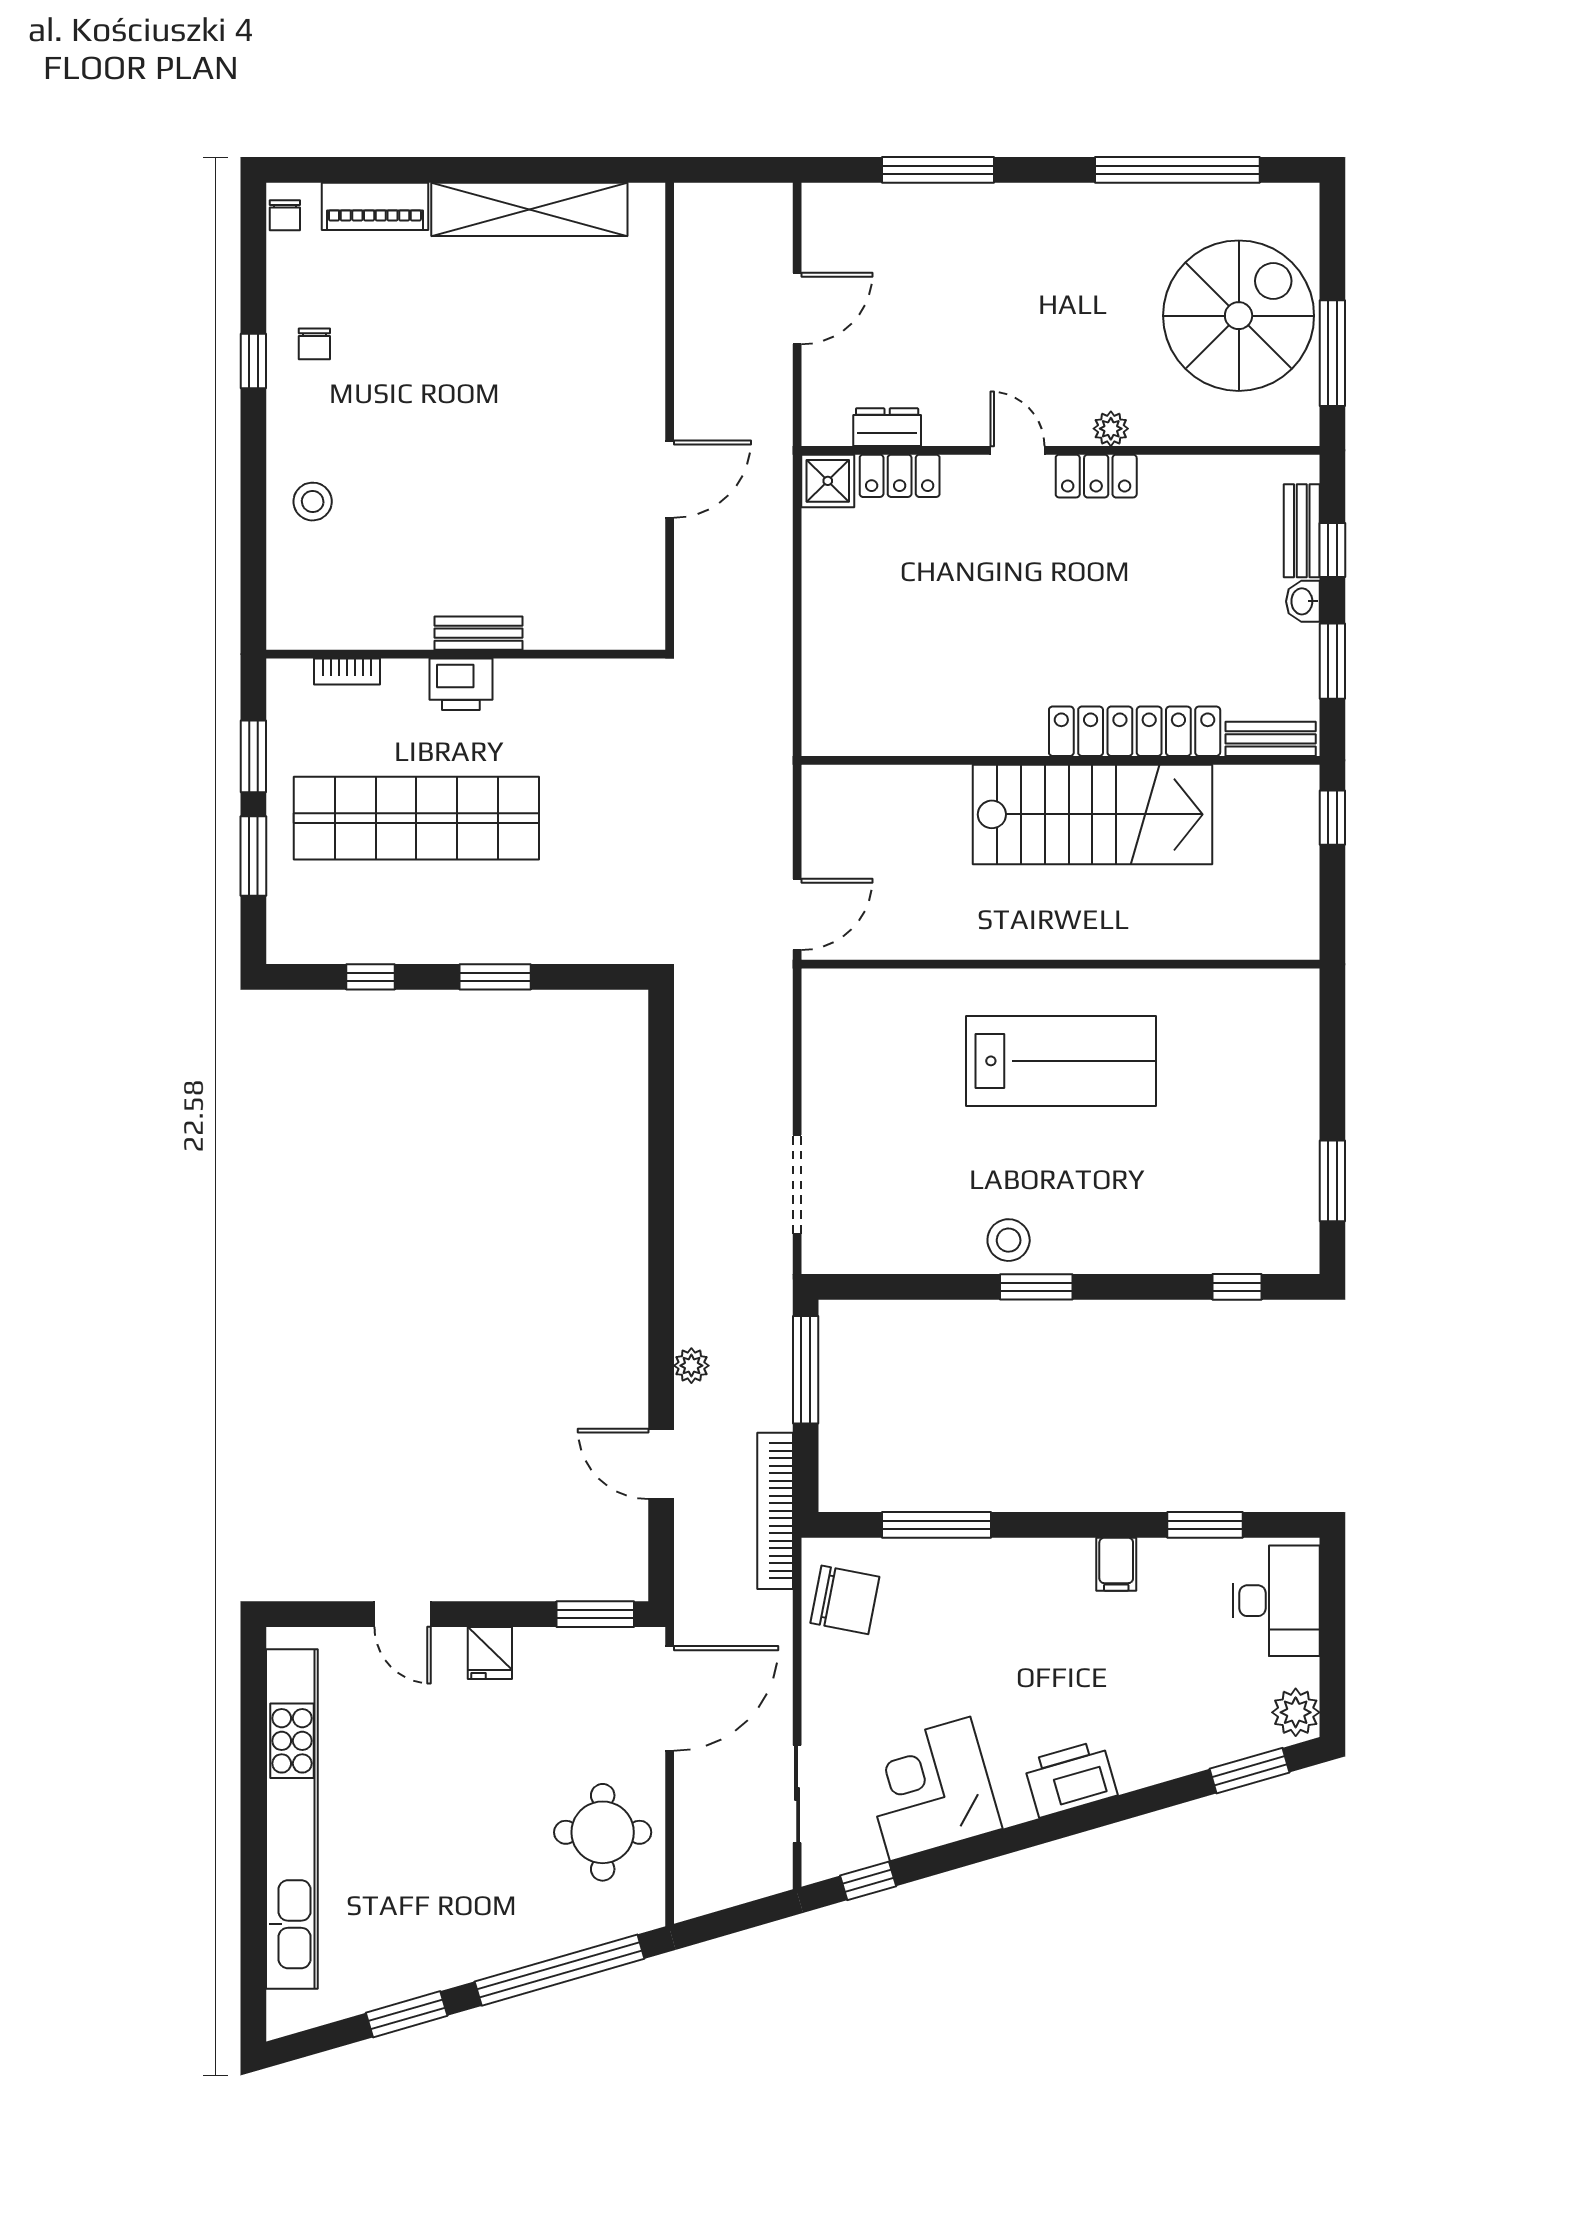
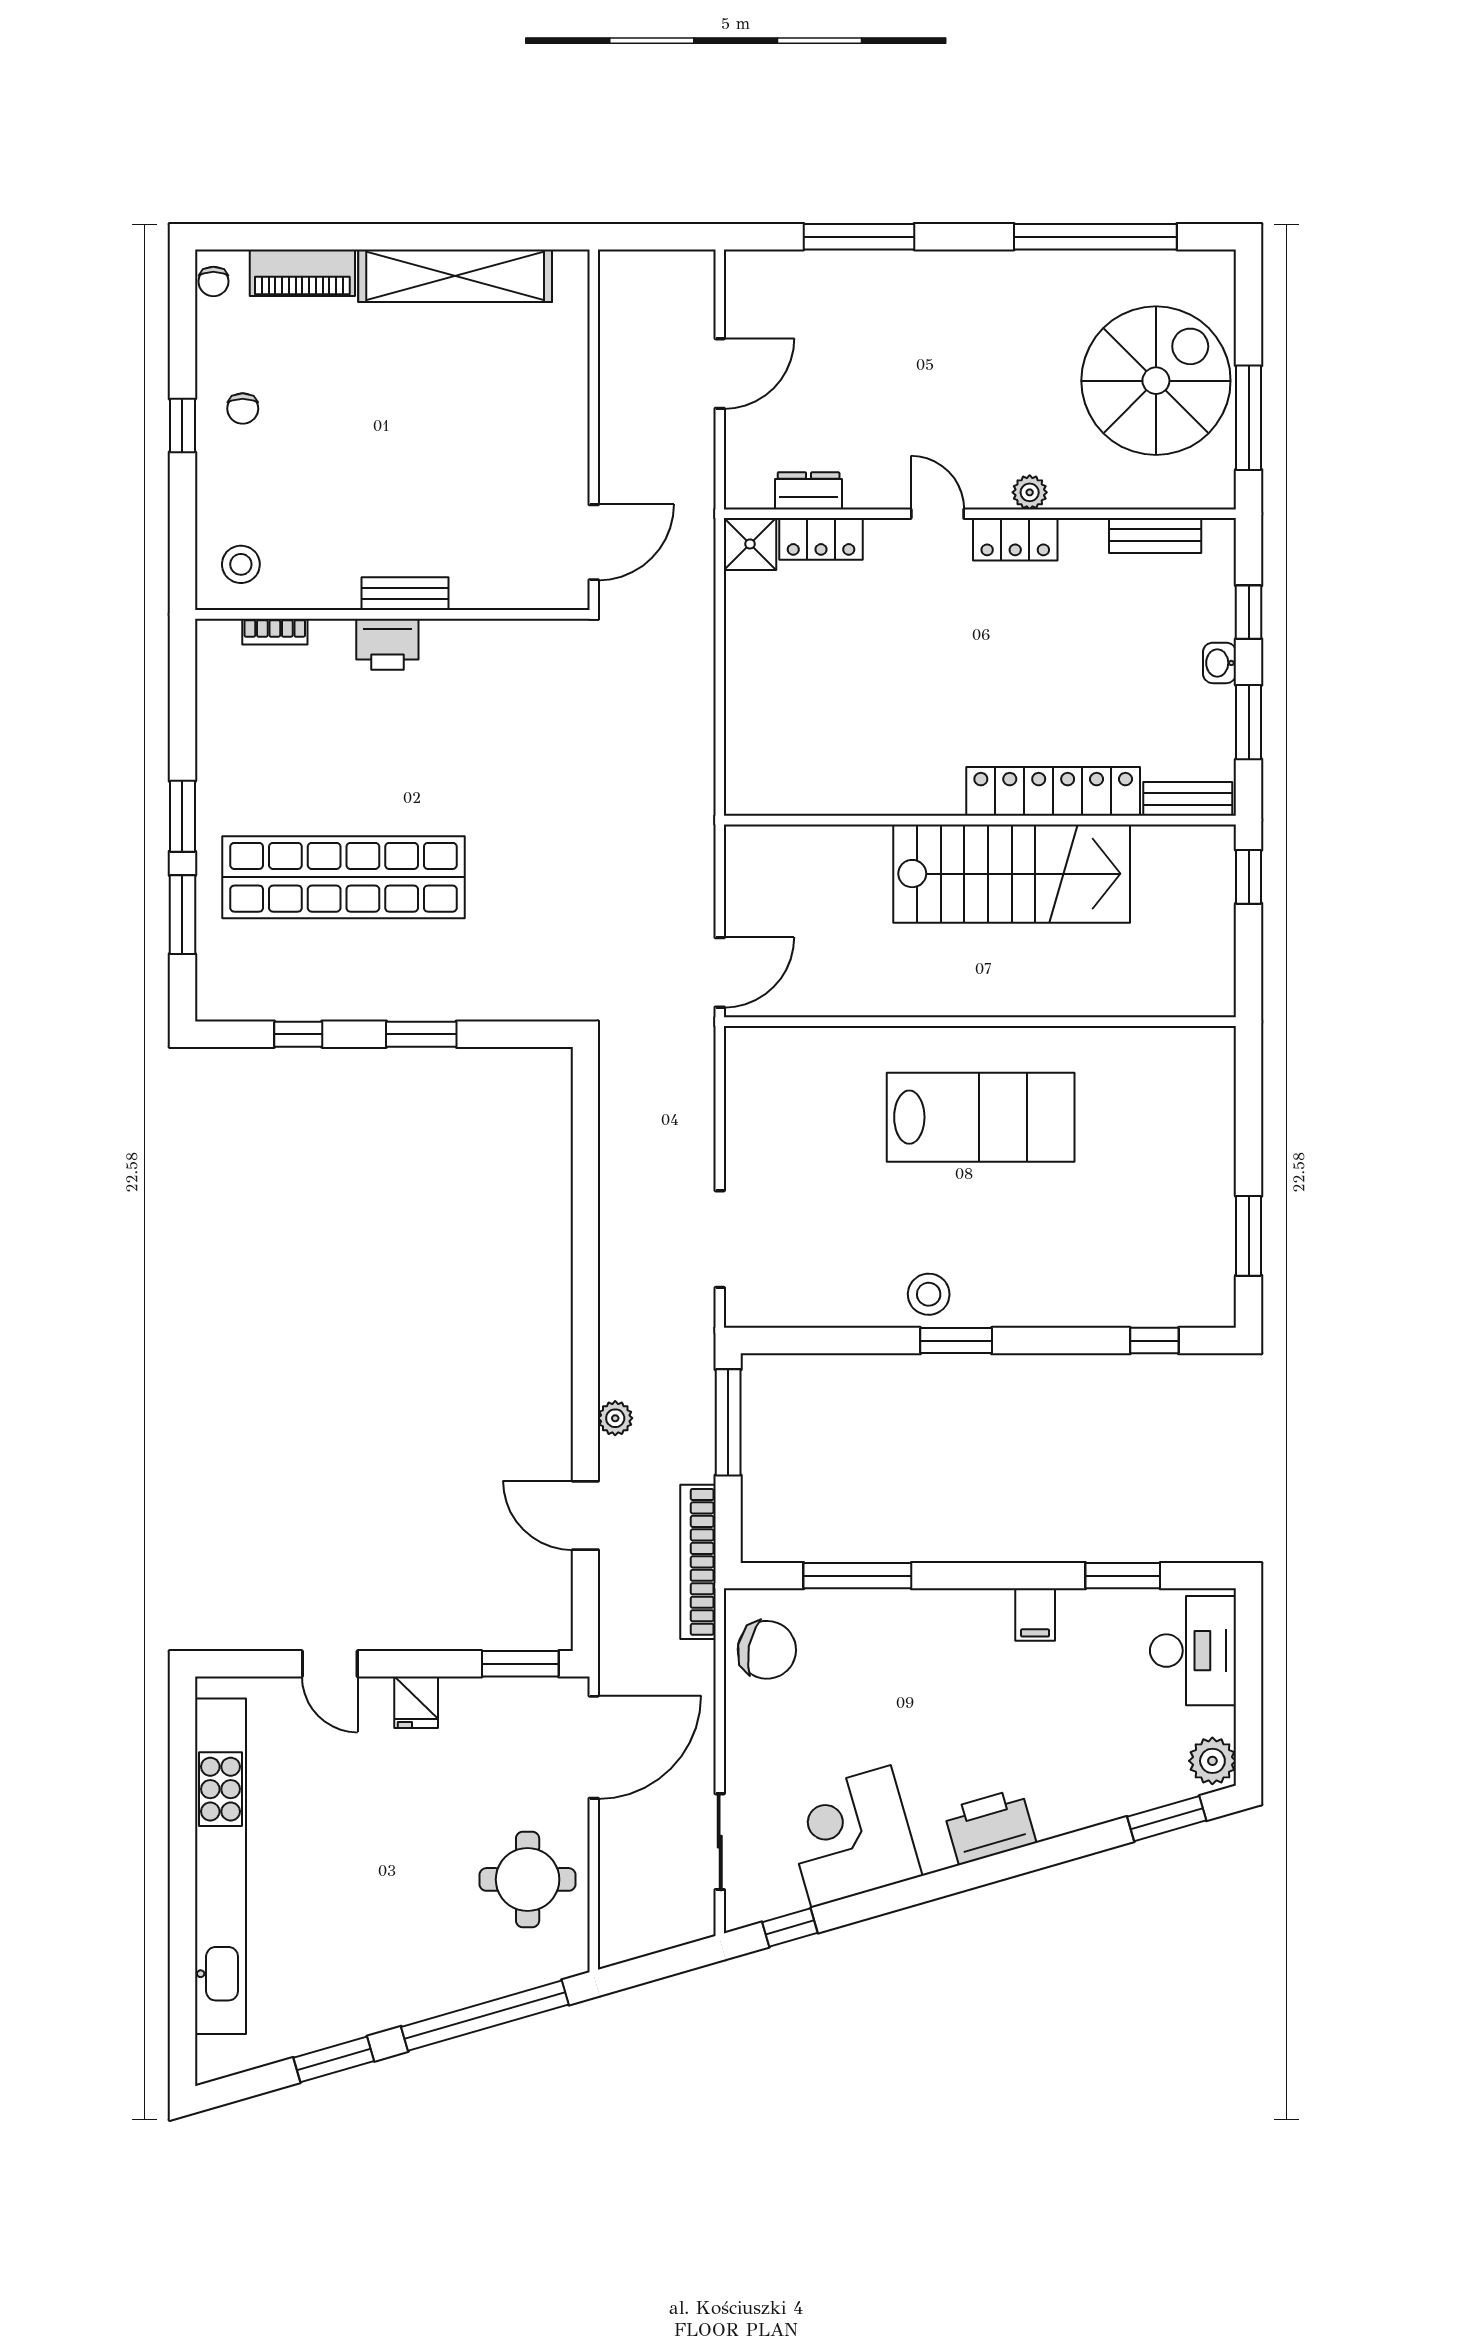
bench: (1302, 531) -> (1155, 535), moved, turned 90
bench: (479, 633) -> (405, 594), moved
wall: (466, 654) -> (392, 614), moved
bookcase: (347, 672) -> (275, 632), moved
printer: (461, 684) -> (387, 644), moved

